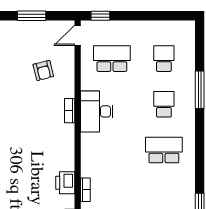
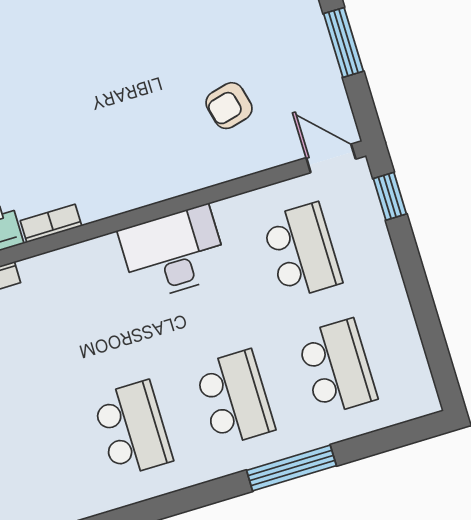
school desk: (164, 59) -> (337, 367), width x1.85
school desk: (164, 104) -> (235, 398), width x1.85
bookcase: (70, 111) -> (51, 223), moved

